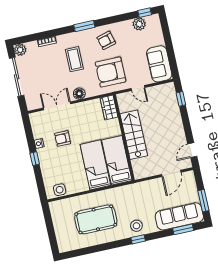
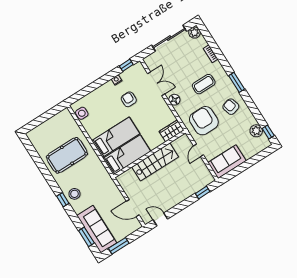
window: (35, 159) -> (126, 65), moved
pool table: (96, 219) -> (67, 155), turned 90

